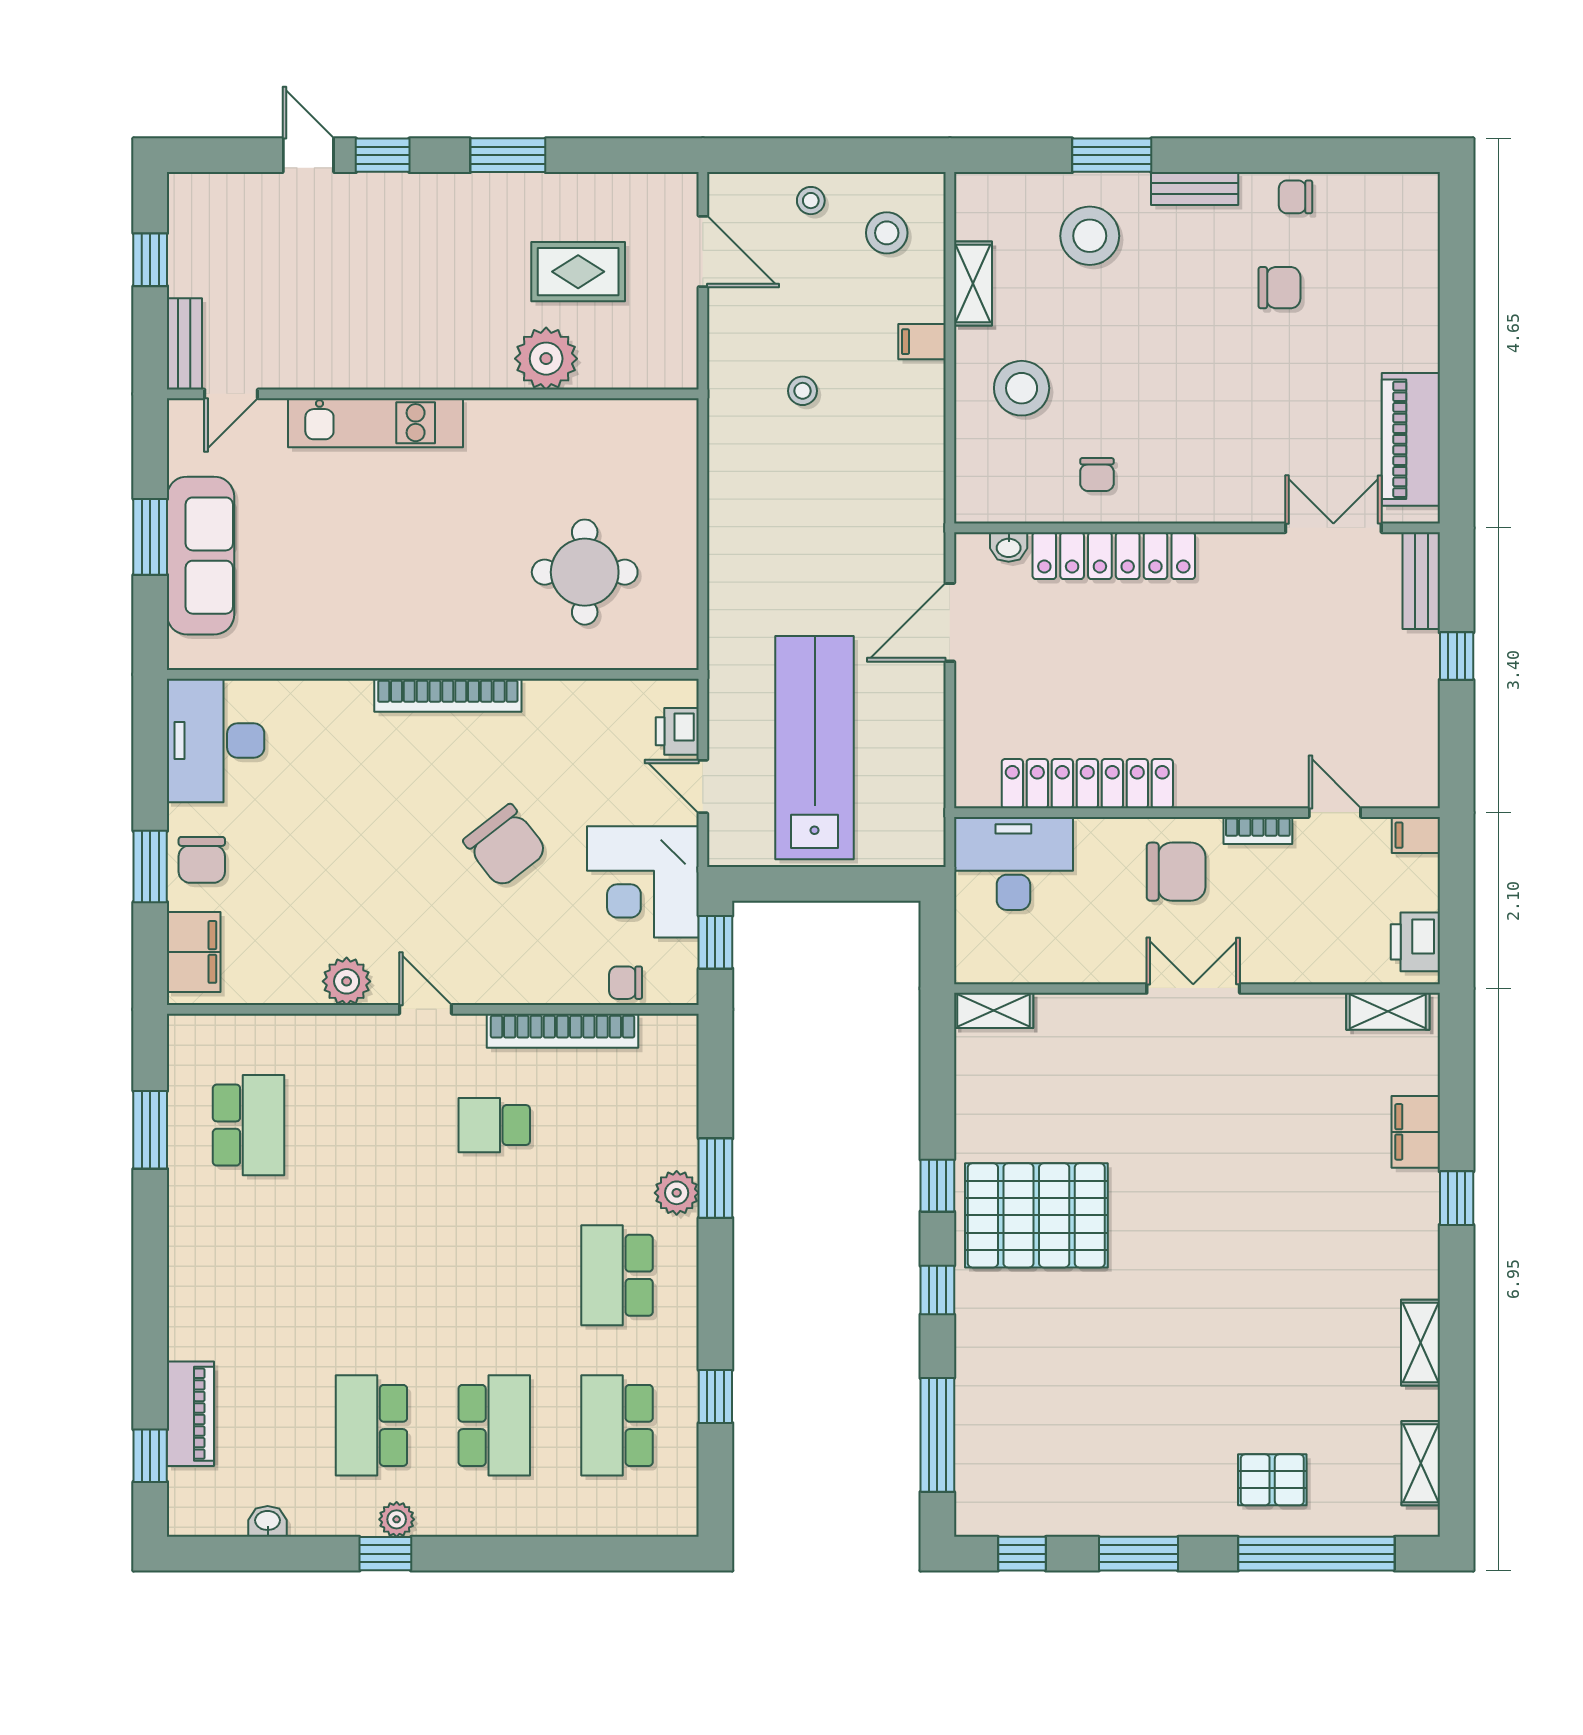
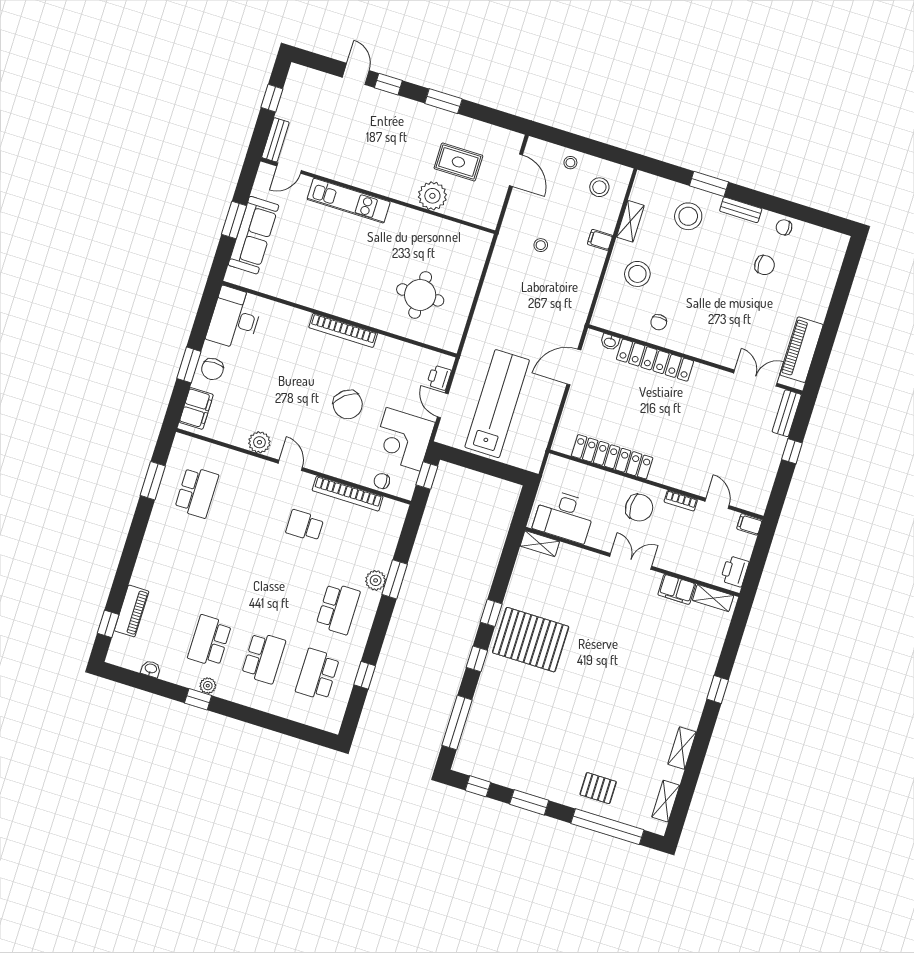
desk: (1013, 863) -> (564, 516), moved, turned 180
filing cabinet: (1416, 1132) -> (677, 589), moved, turned -90
school desk: (617, 1275) -> (338, 608), turned 180

